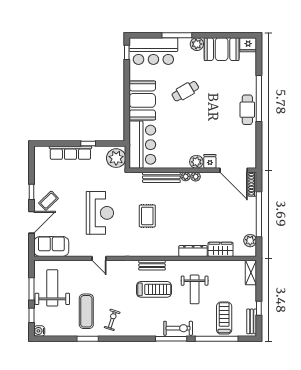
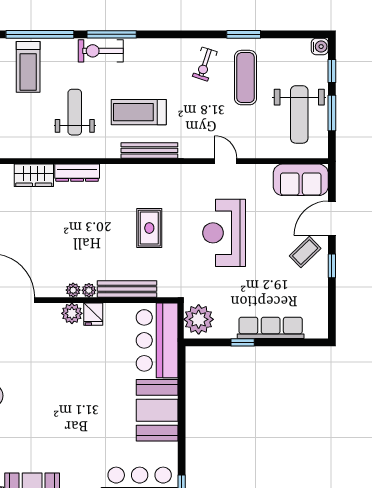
cafe table: (185, 91) -> (89, 425), removed
fridge: (210, 161) -> (93, 314), moved
bench: (152, 265) -> (149, 150), width x1.36

